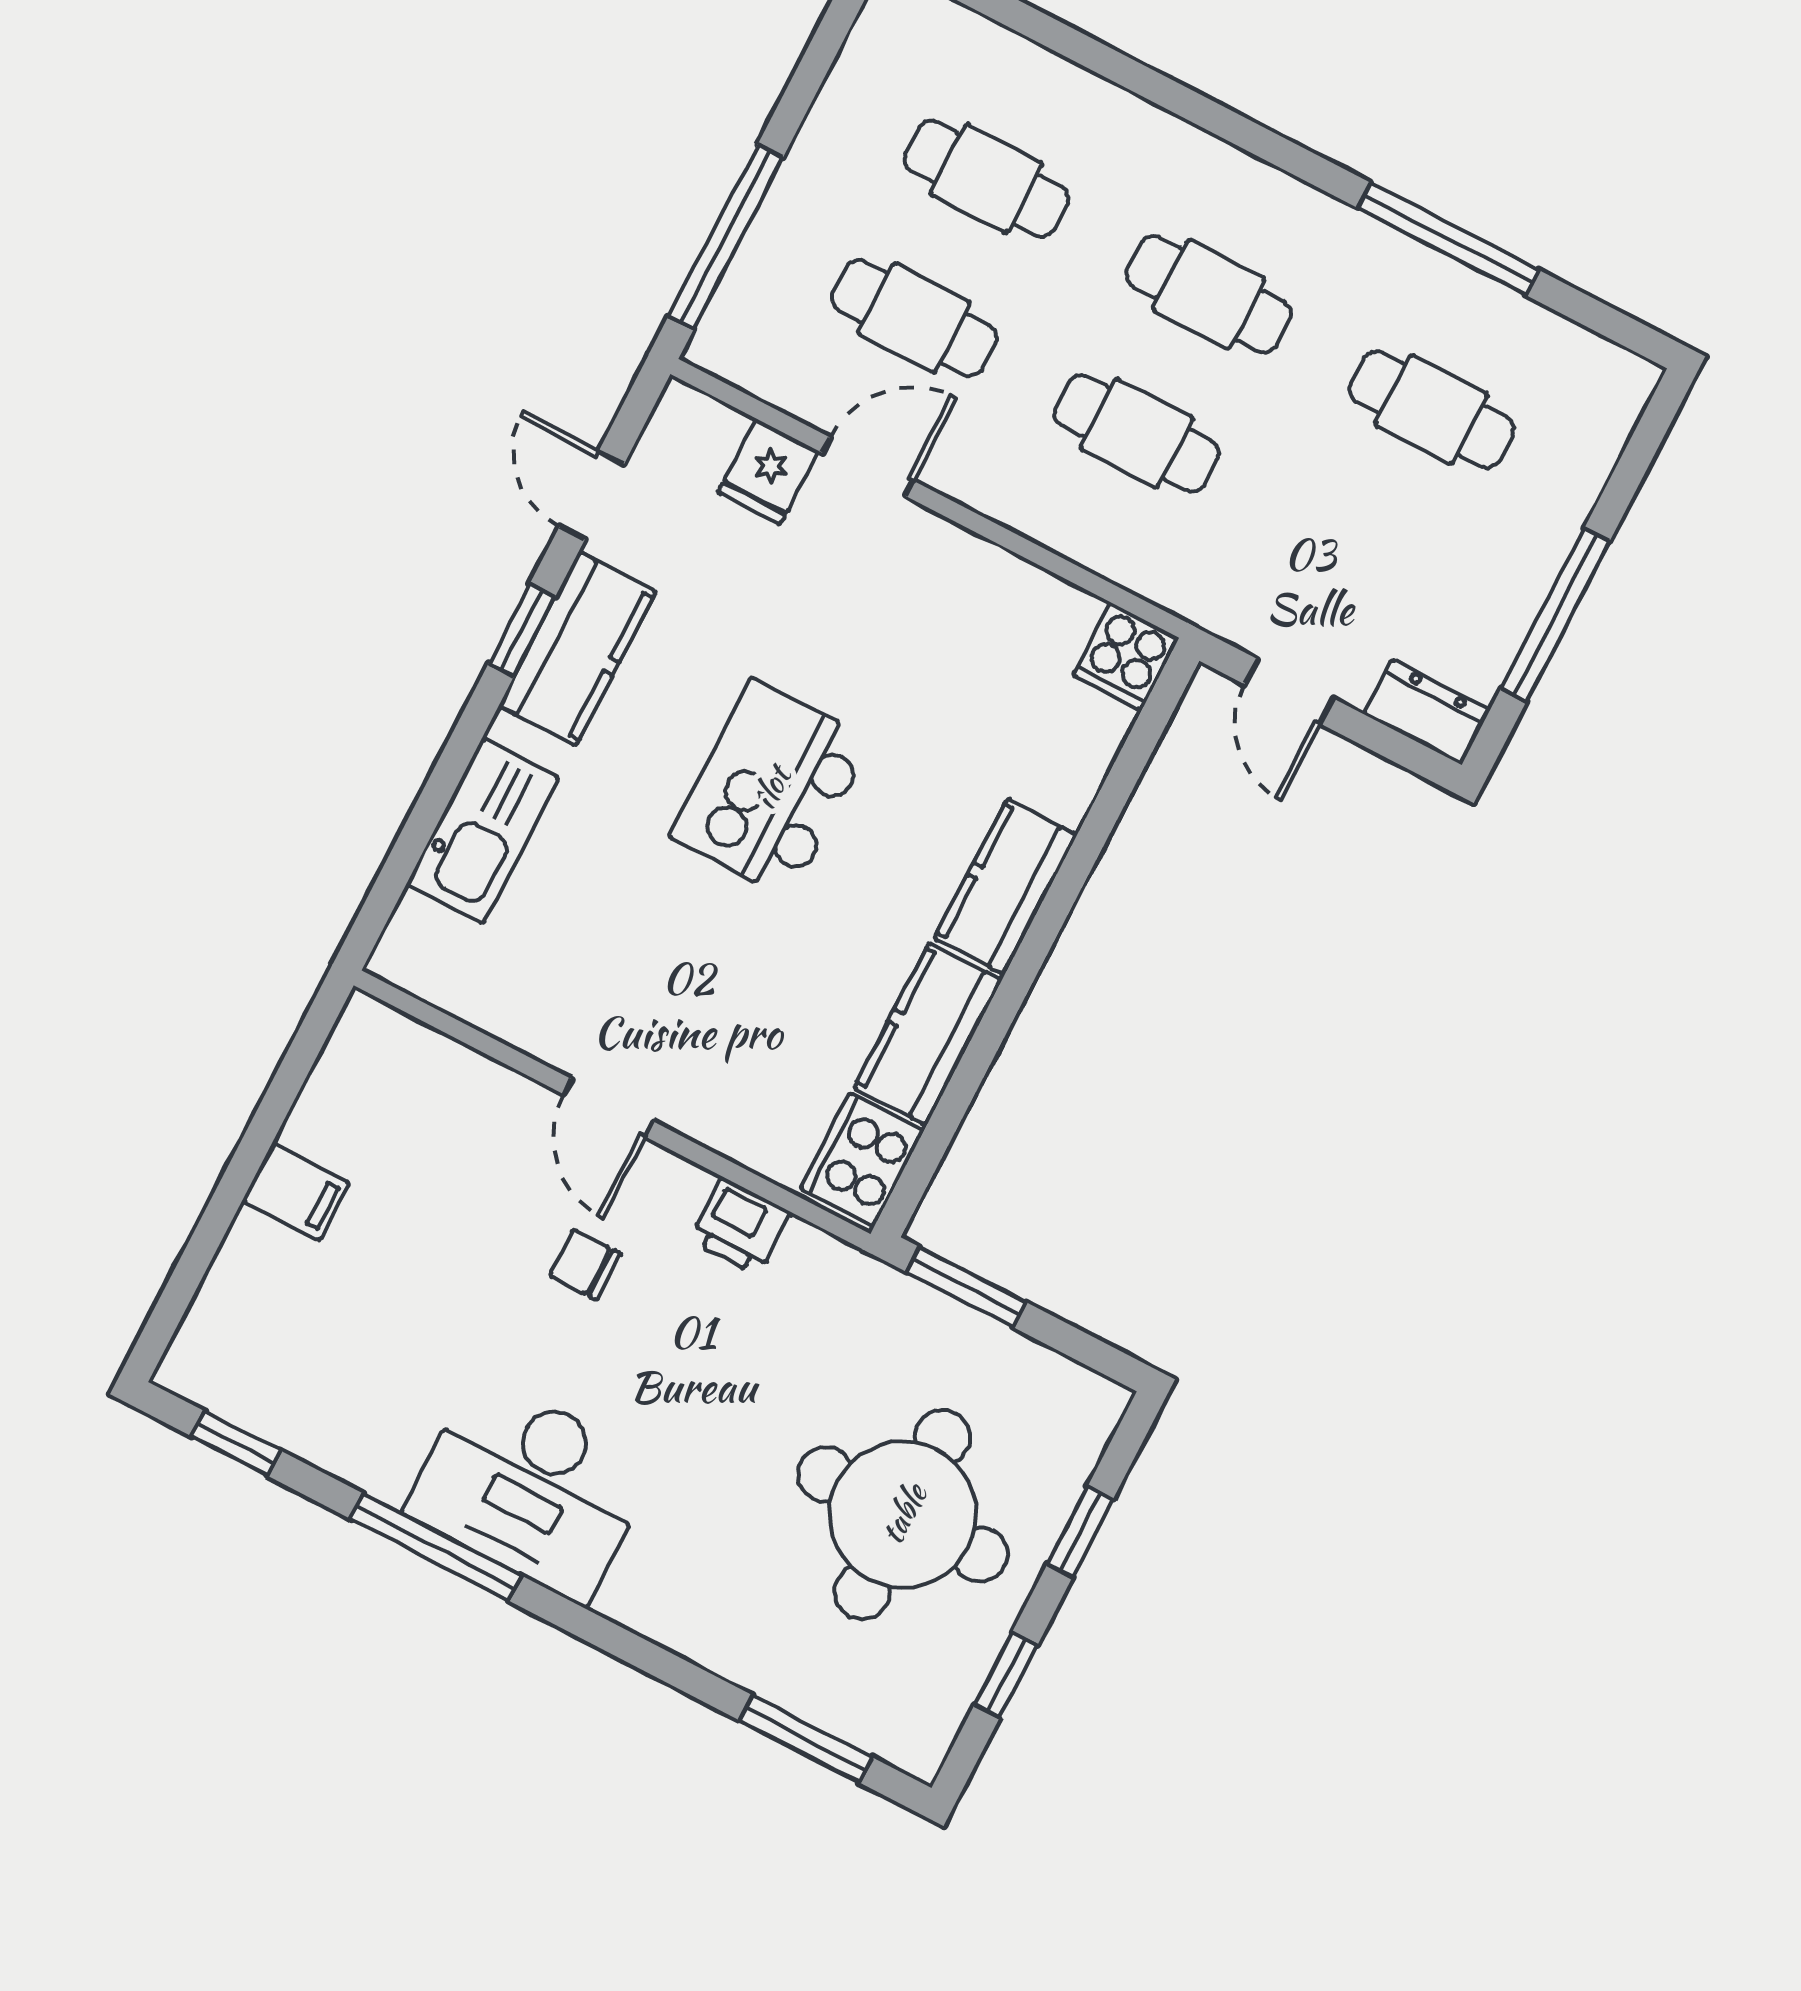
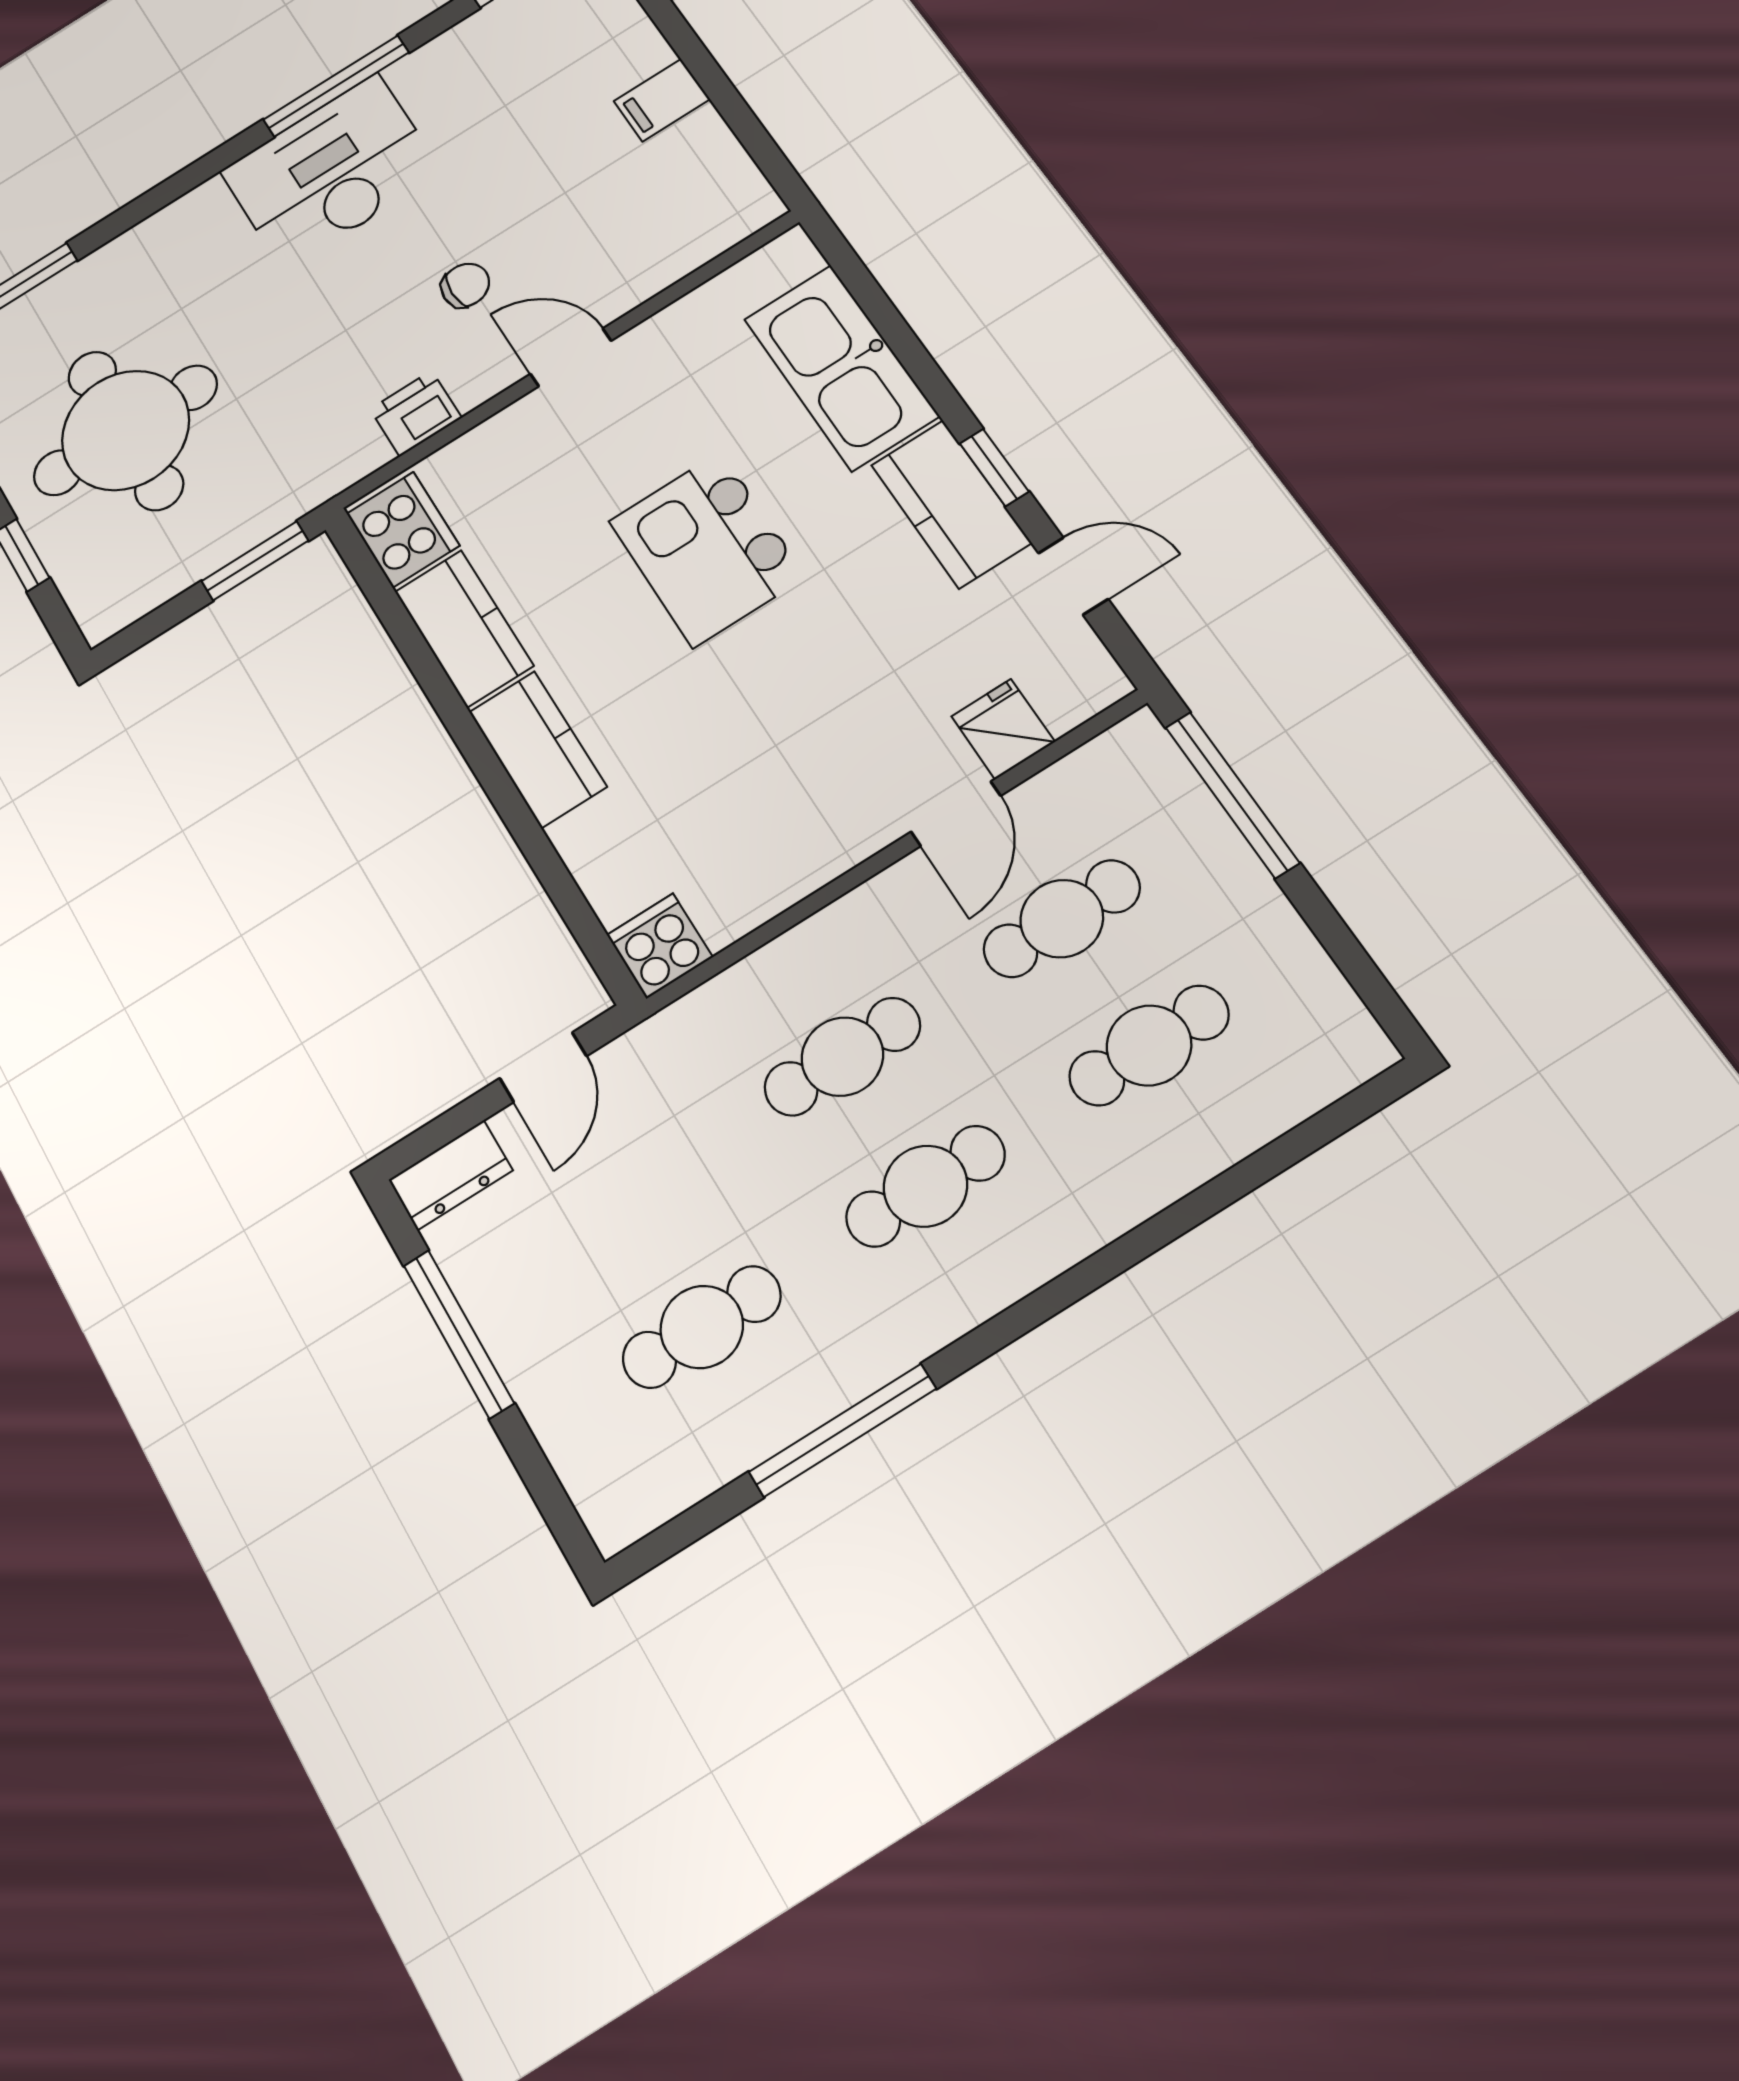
door: (1289, 691) -> (543, 1067), swing flipped
kitchen island: (771, 788) -> (707, 549), moved, turned 180
kitchen sink: (483, 831) -> (841, 368), width x1.36, depth x1.24

